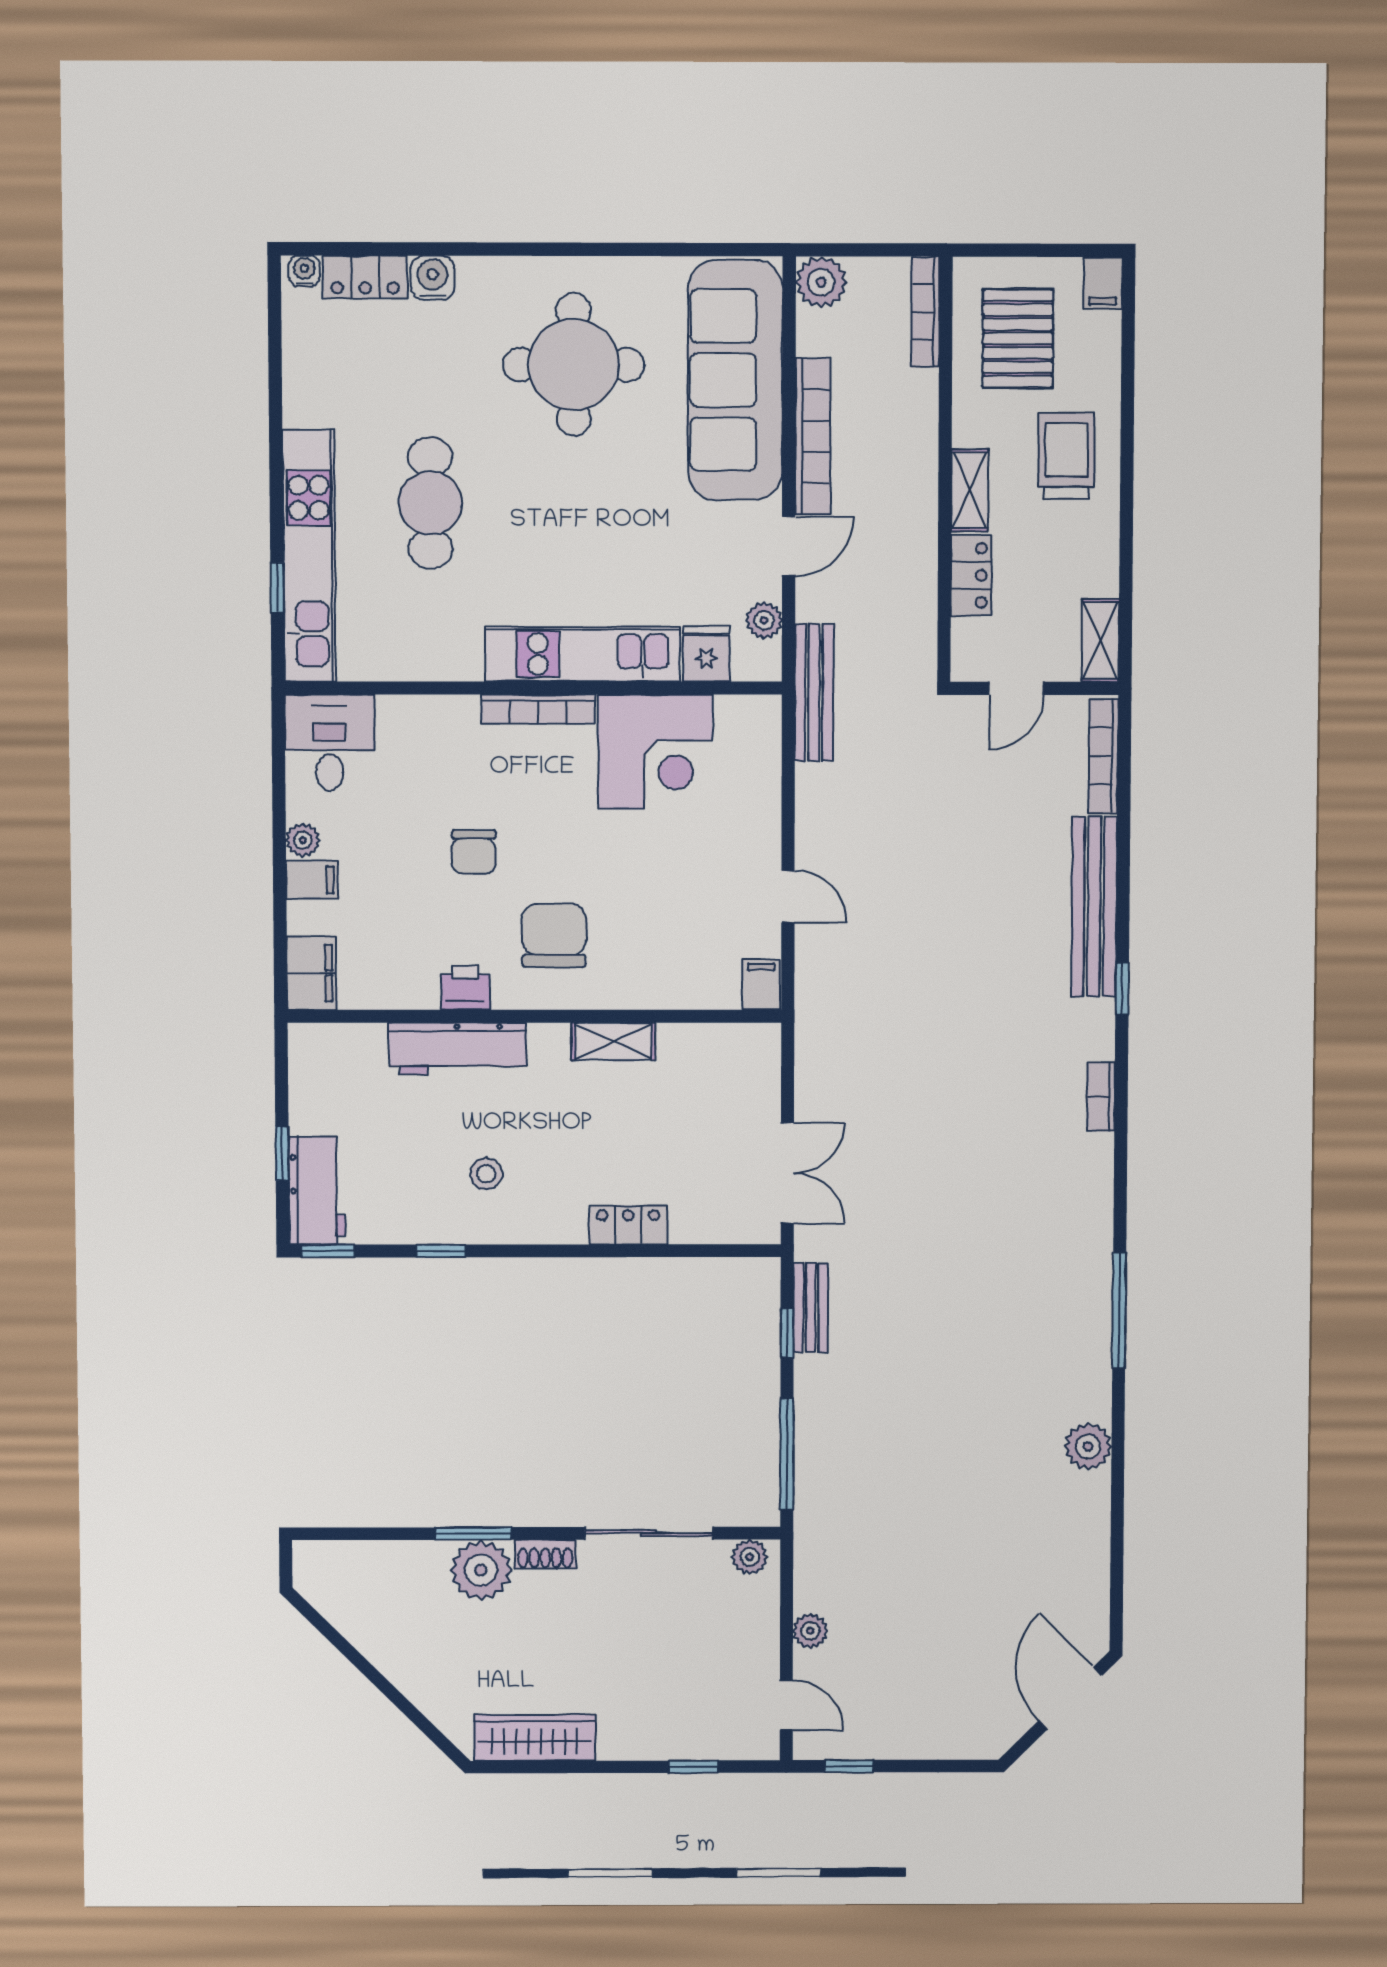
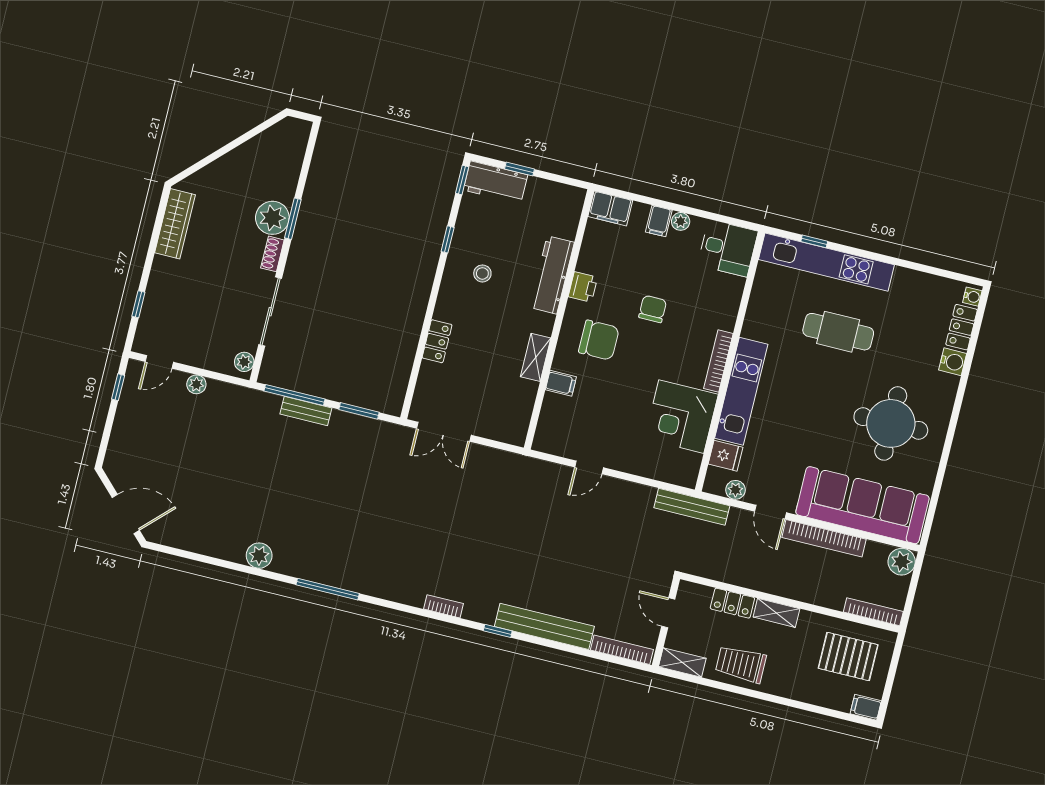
trolley: (1067, 456) -> (741, 664), moved, turned 180
chair: (474, 852) -> (653, 309), turned 90
filing cabinet: (761, 985) -> (561, 383), moved
bench: (811, 1308) -> (306, 411), moved
window: (787, 1333) -> (359, 411), width x1.50

